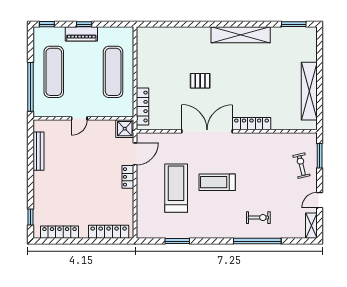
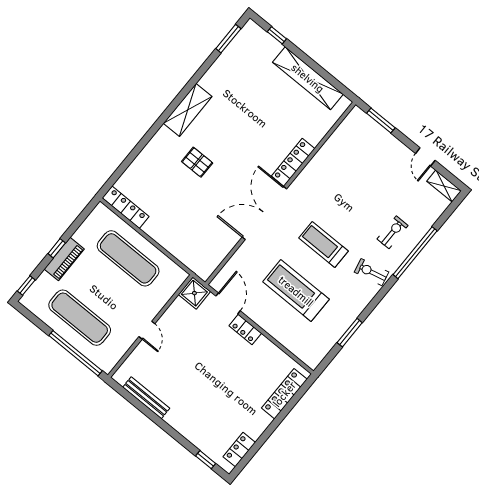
shelving: (241, 35) -> (188, 110), width x0.68
window: (320, 52) -> (277, 35), added
pallet: (200, 81) -> (197, 162), moved, turned 90
locker: (142, 107) -> (126, 207), moved
exercise bike: (301, 166) -> (371, 272), moved
treadmill: (217, 182) -> (324, 245), turned 90
locker: (60, 232) -> (239, 450), width x0.66

